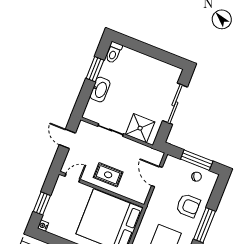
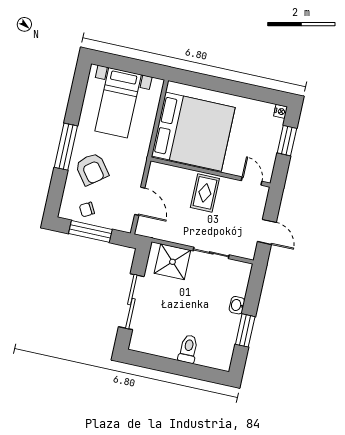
toilet: (114, 52) -> (188, 349), moved
washbasin: (100, 90) -> (237, 305), width x0.52, depth x0.69
rug: (108, 175) -> (205, 193), turned 90
door: (72, 178) -> (252, 181), swing flipped
armchair: (188, 206) -> (92, 169), turned -127

